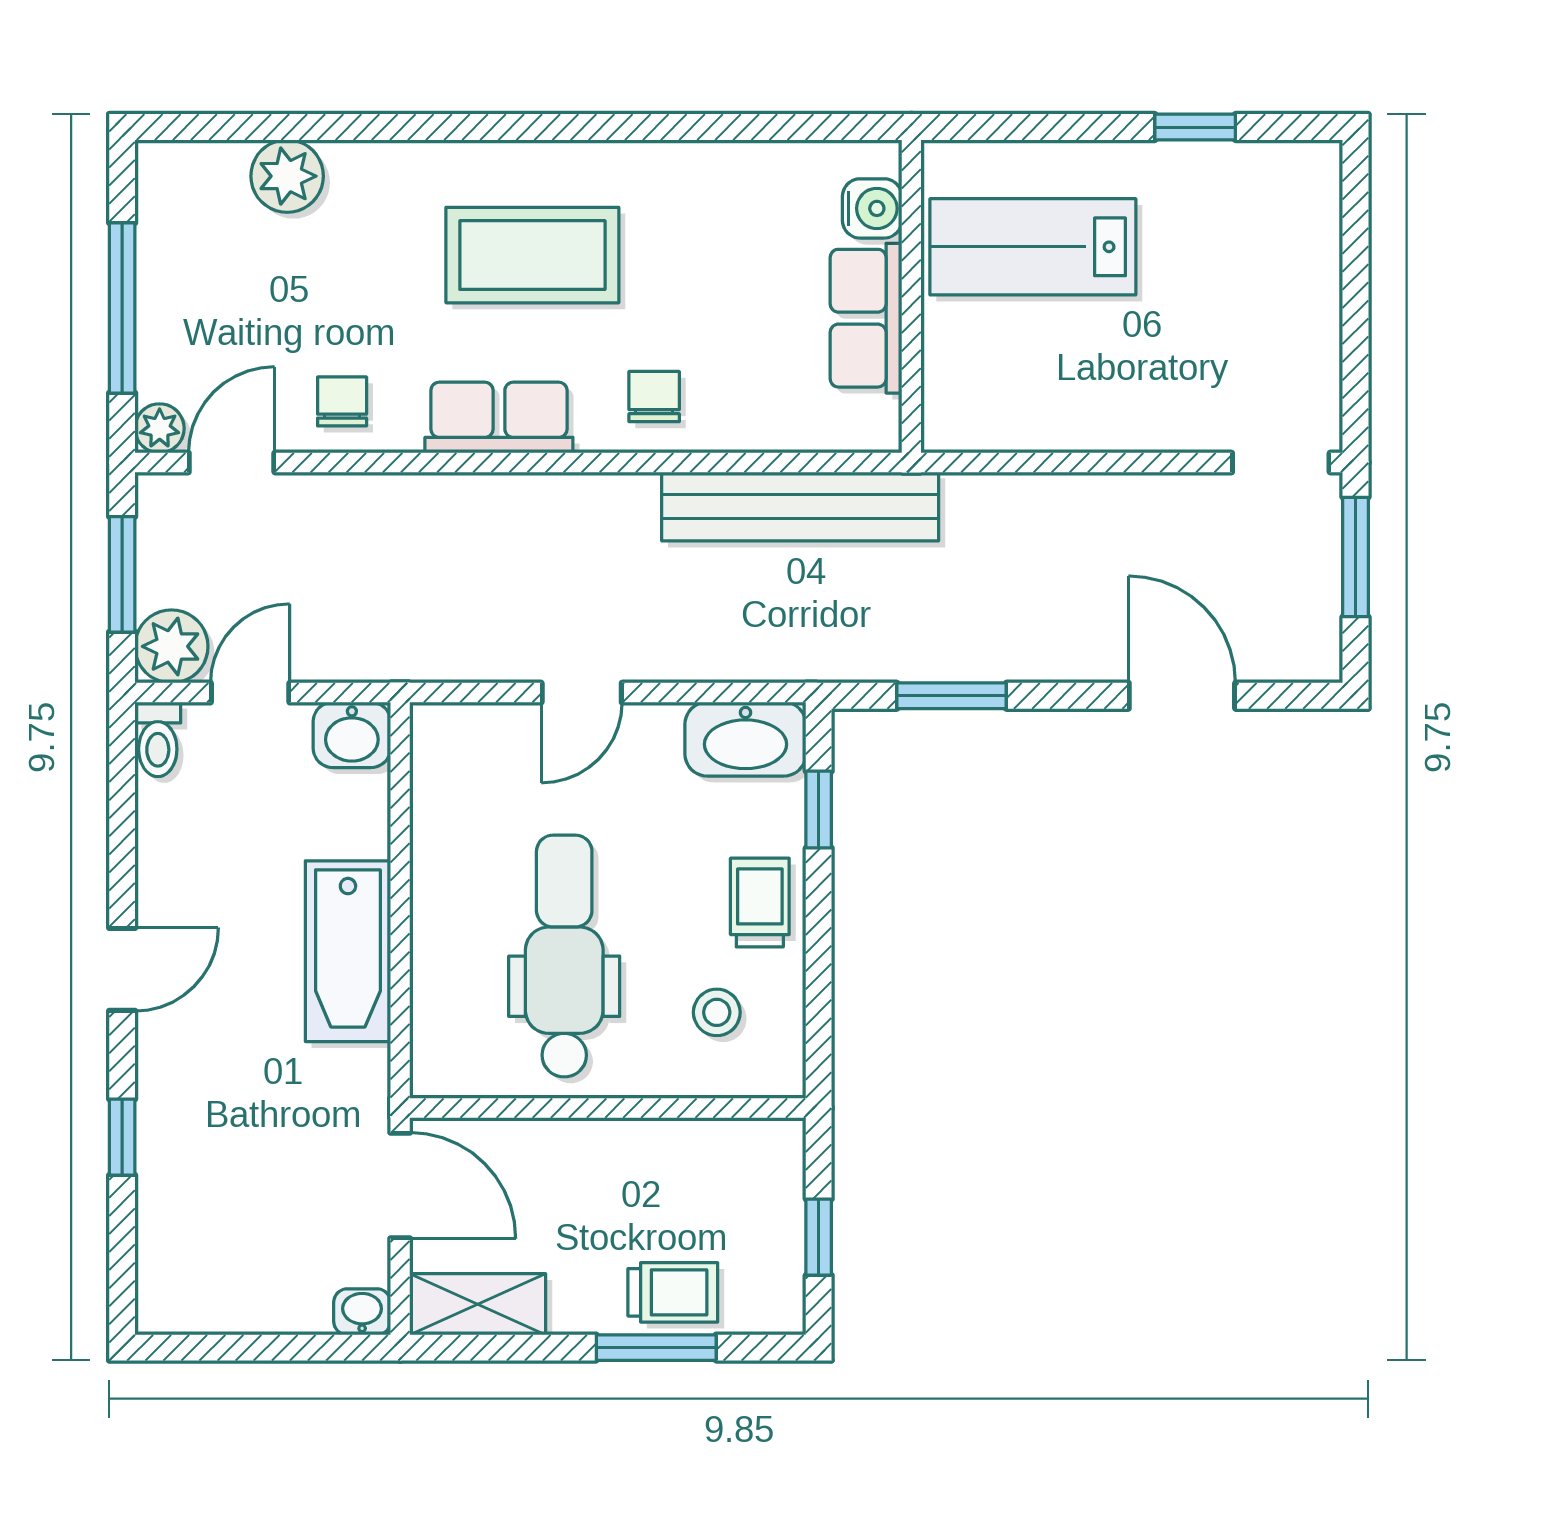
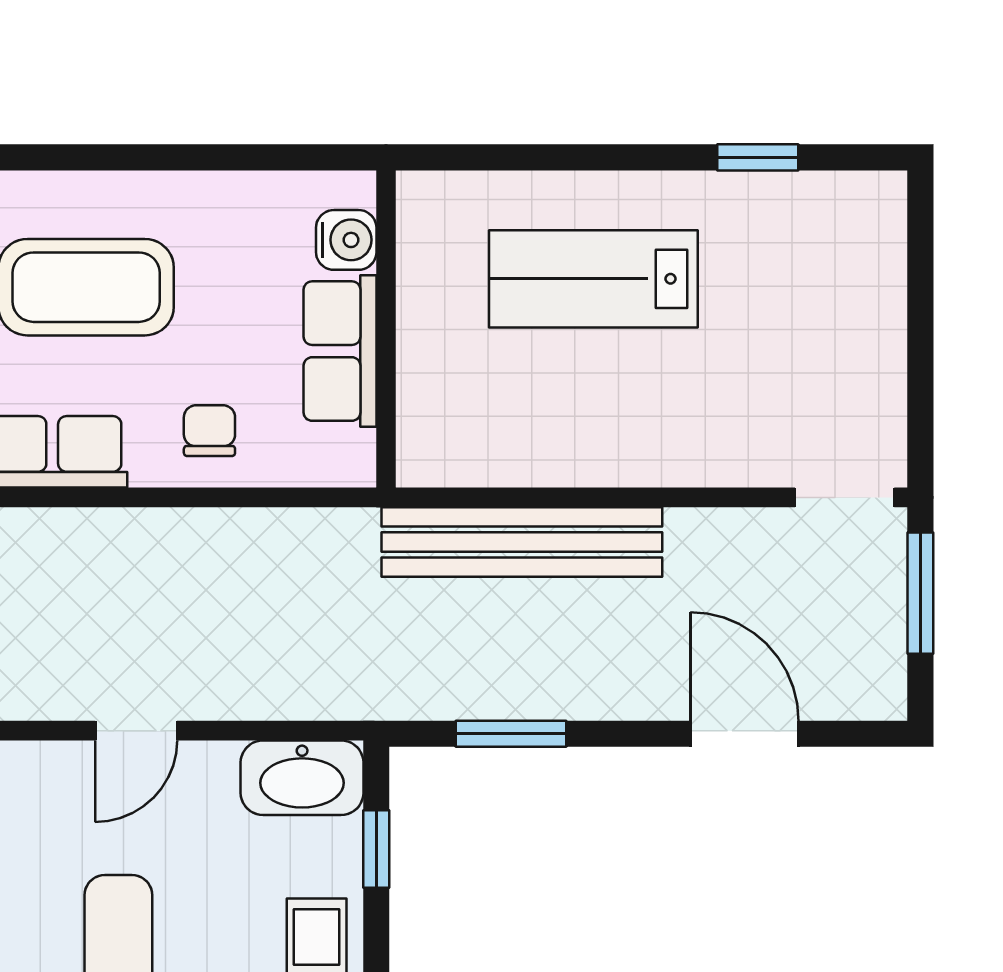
water cooler: (872, 208) -> (346, 240), moved
wall: (911, 296) -> (386, 329), moved
row of seats: (866, 318) -> (340, 351), moved
bench: (800, 507) -> (522, 542), moved

